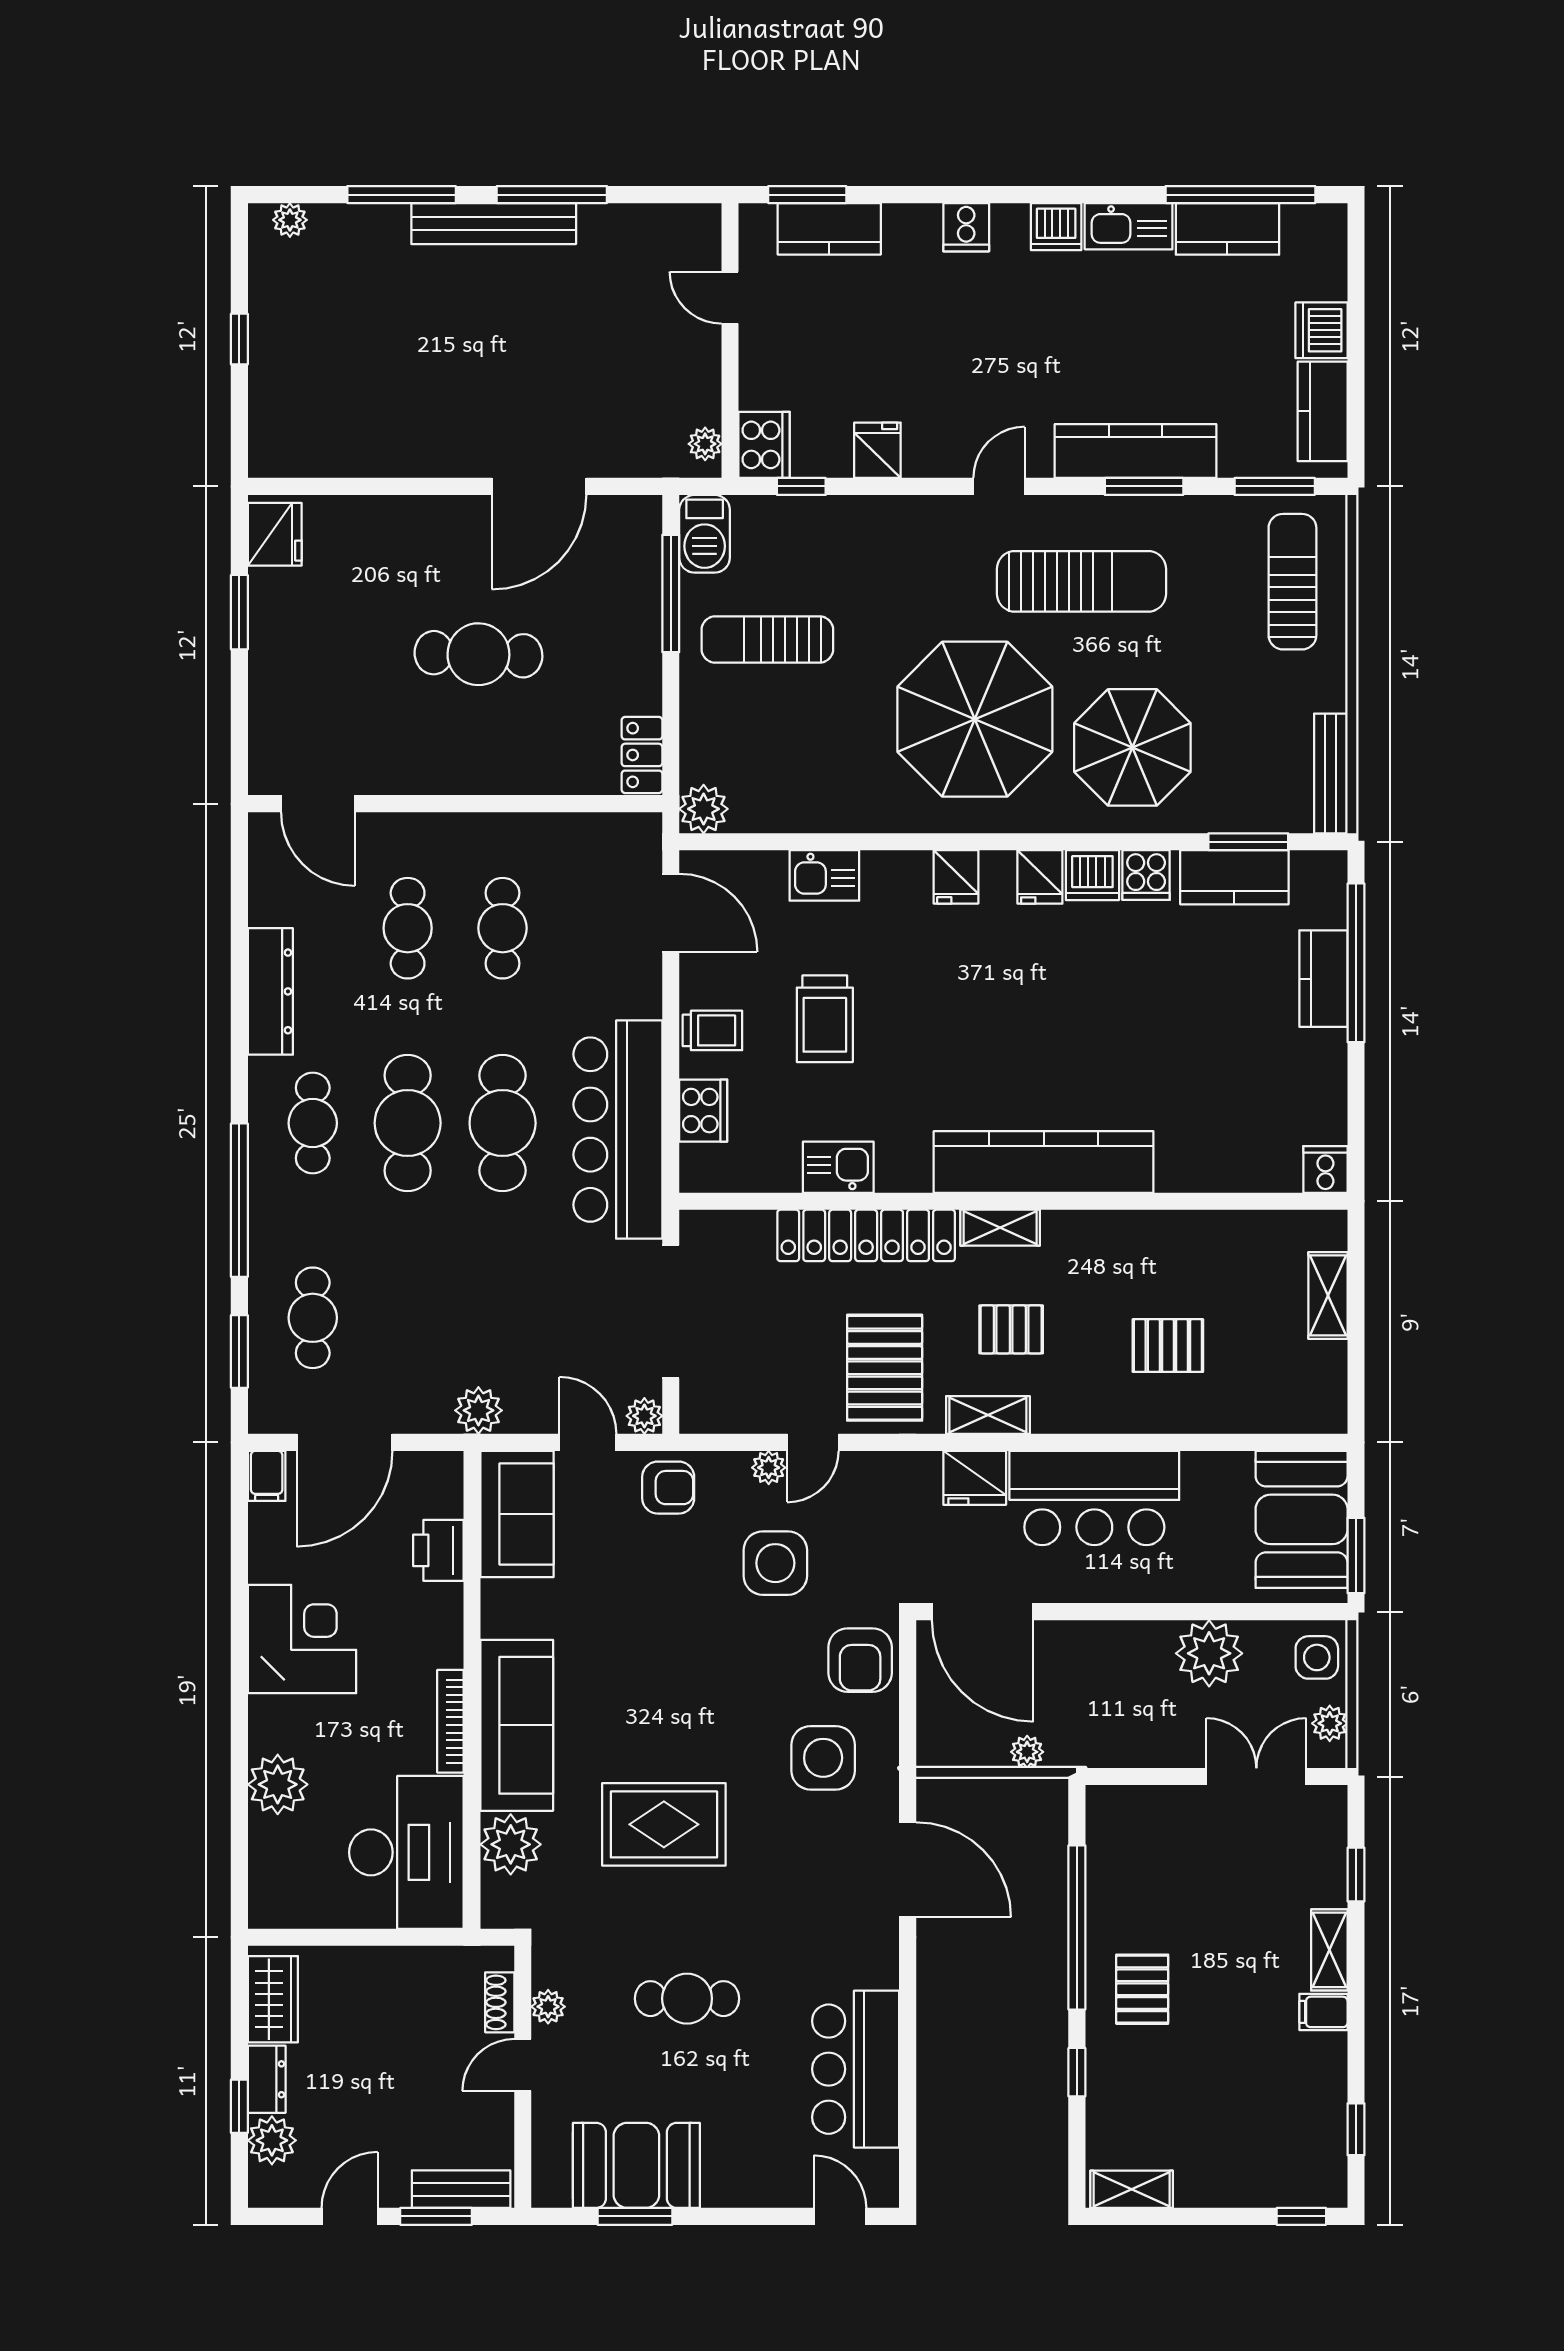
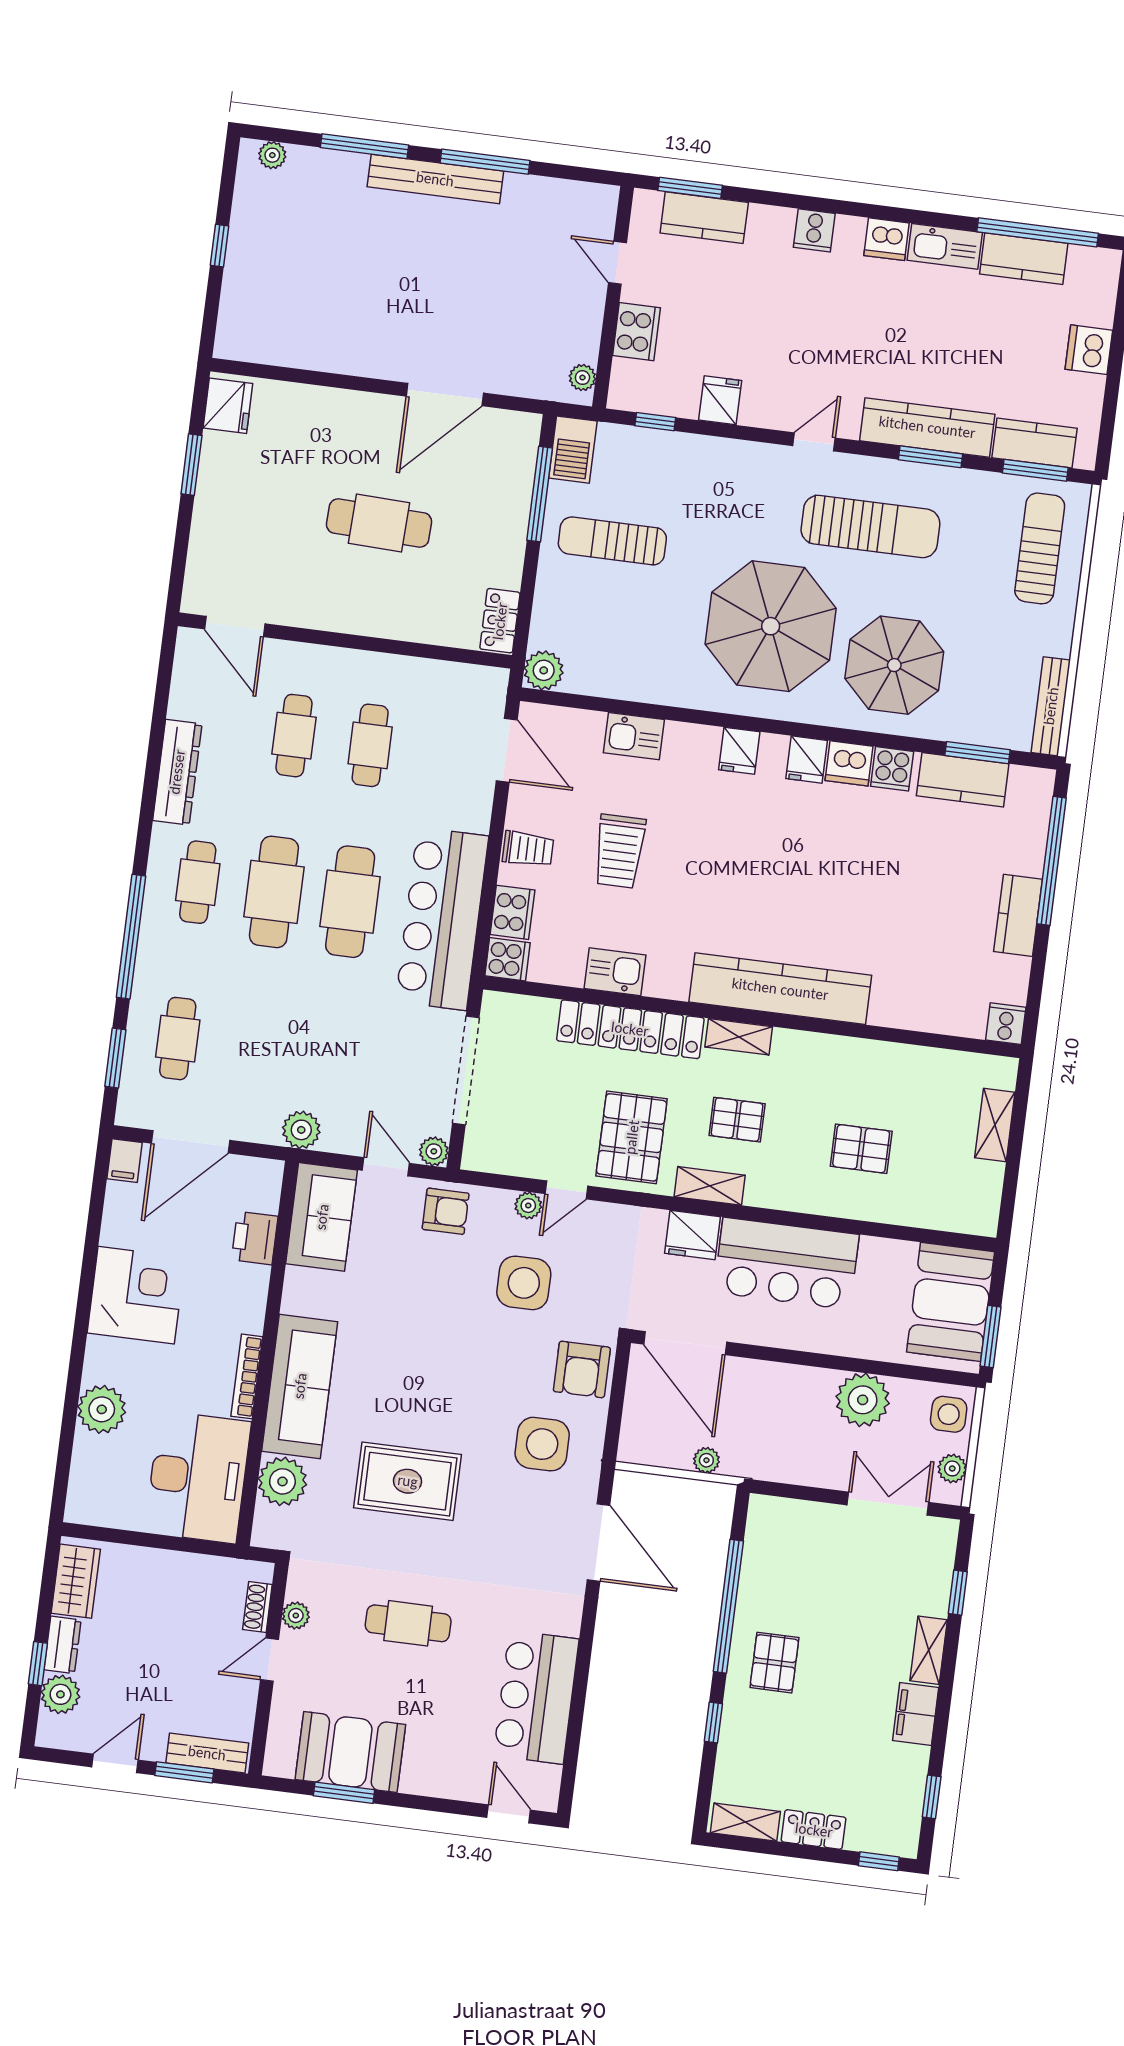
kitchen counter: (1323, 411) -> (1035, 443), moved, turned 90
cooker: (764, 445) -> (636, 332), moved
kitchen counter: (1323, 979) -> (1018, 915), moved
cooker: (704, 1169) -> (507, 959), added
filing cabinet: (1323, 2012) -> (916, 1714), width x2.00
locker: (1216, 2188) -> (814, 1830), added

